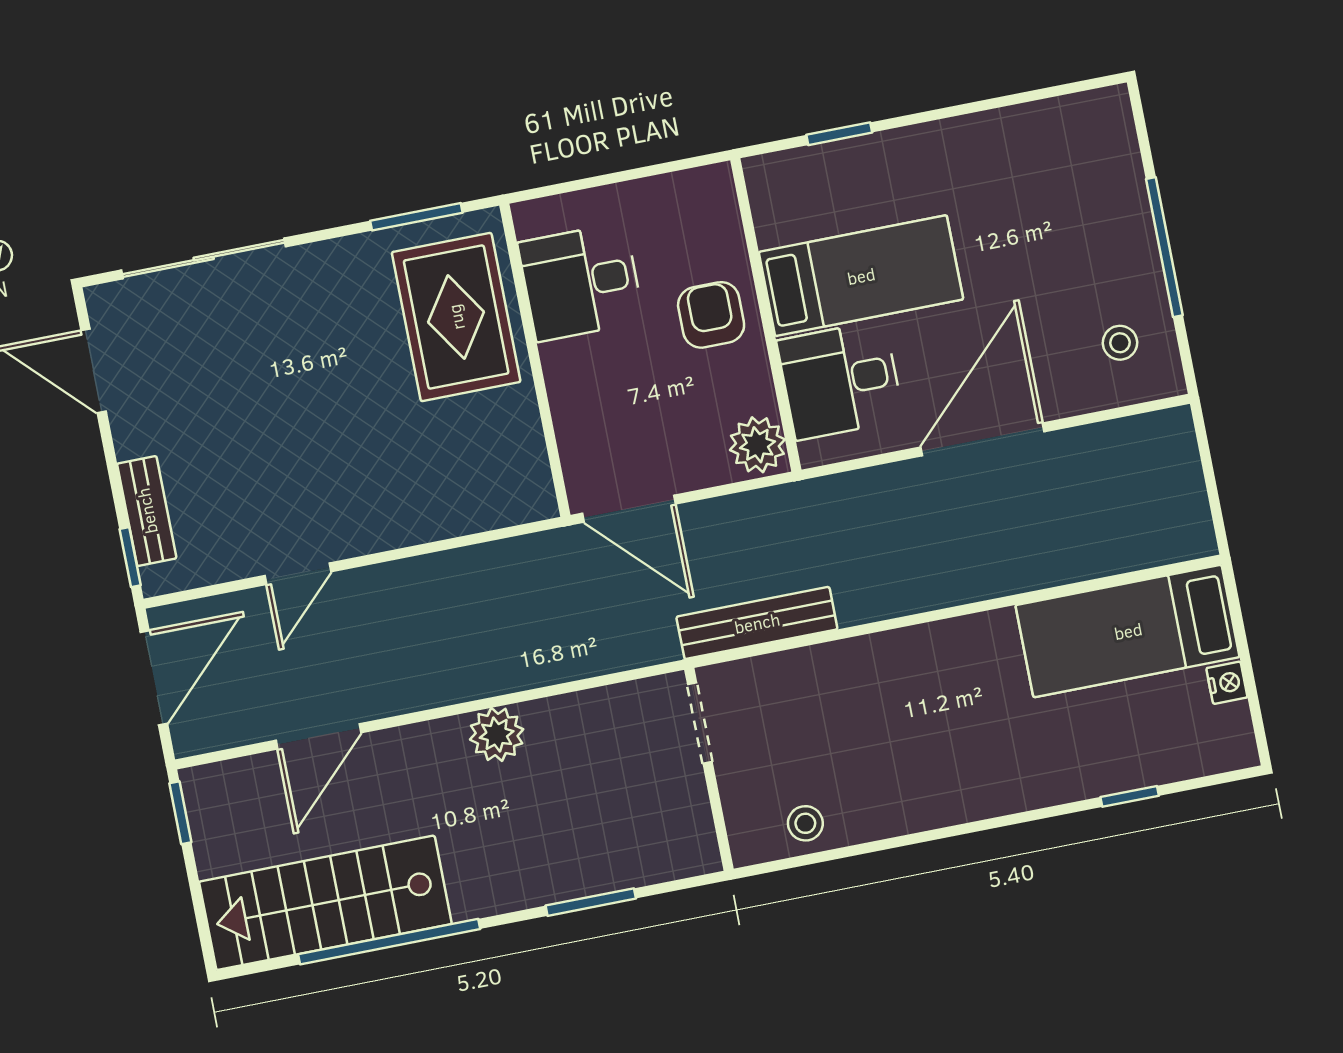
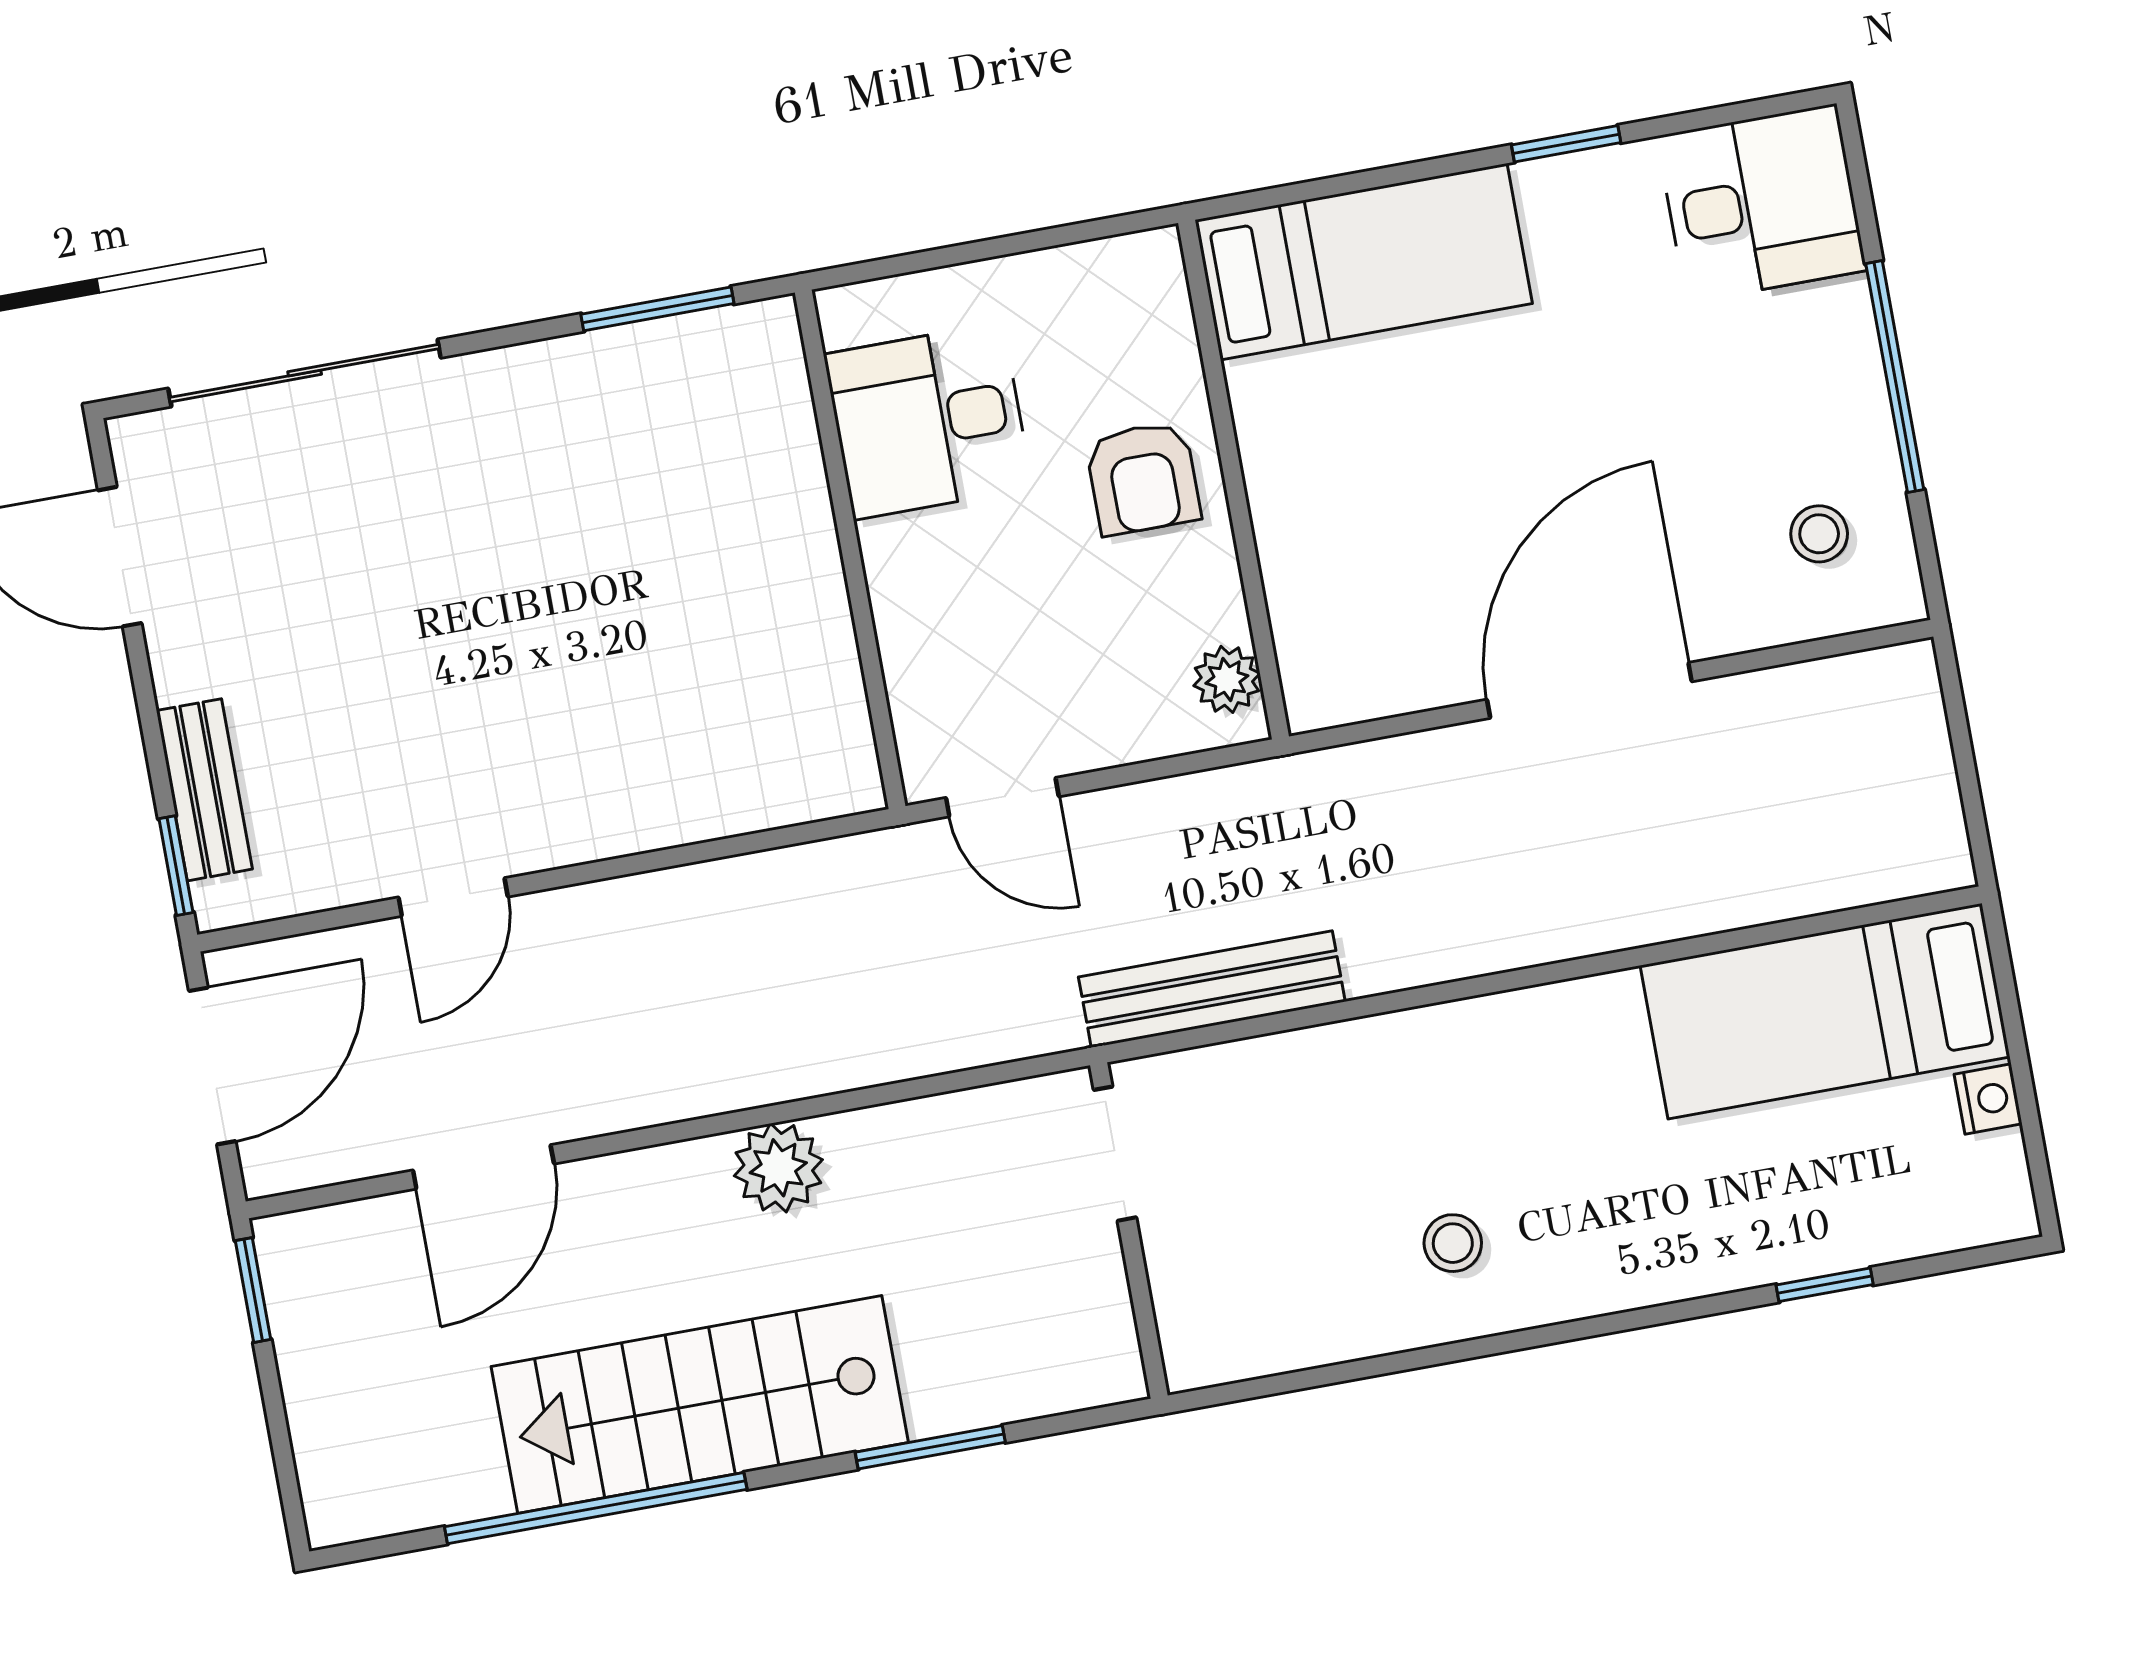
window: (839, 134) -> (1566, 144), moved
bed: (861, 276) -> (1364, 262), moved
armchair: (711, 315) -> (1143, 478), turned 180
rug: (456, 317) -> (721, 476), removed
desk: (840, 380) -> (1762, 203), moved, turned 180
plant: (757, 445) -> (1227, 679), width x0.73, depth x0.73
door: (629, 509) -> (1002, 797), width x0.73
stool: (805, 823) -> (1453, 1243), moved
stairs: (325, 903) -> (700, 1404), moved

